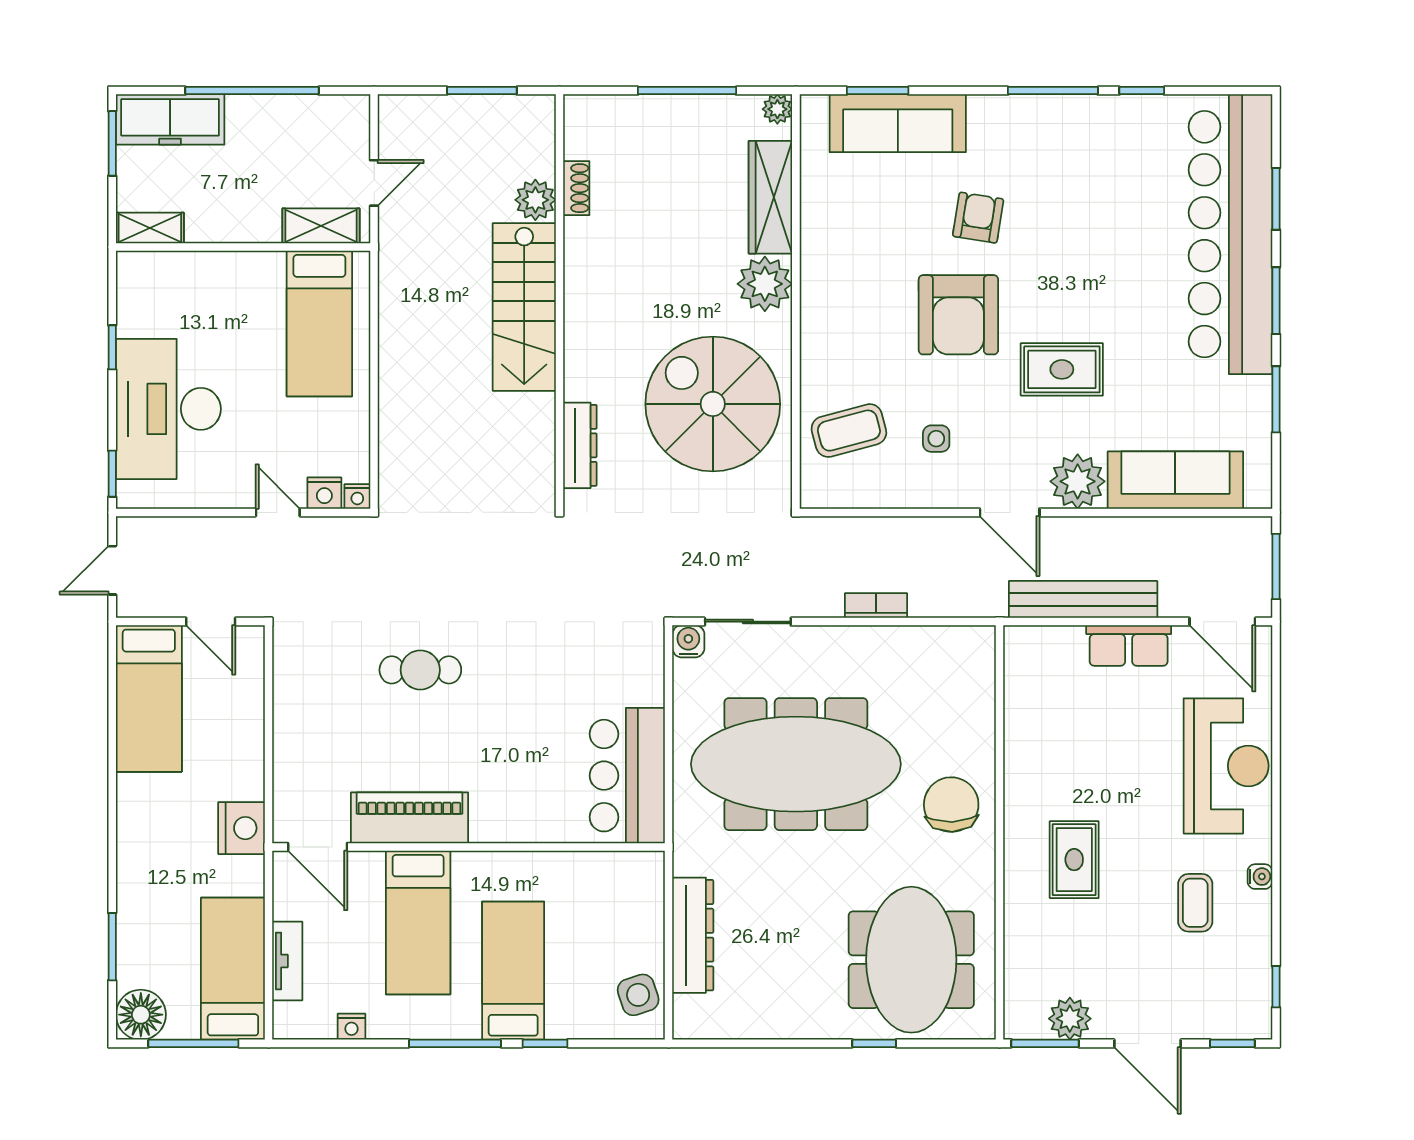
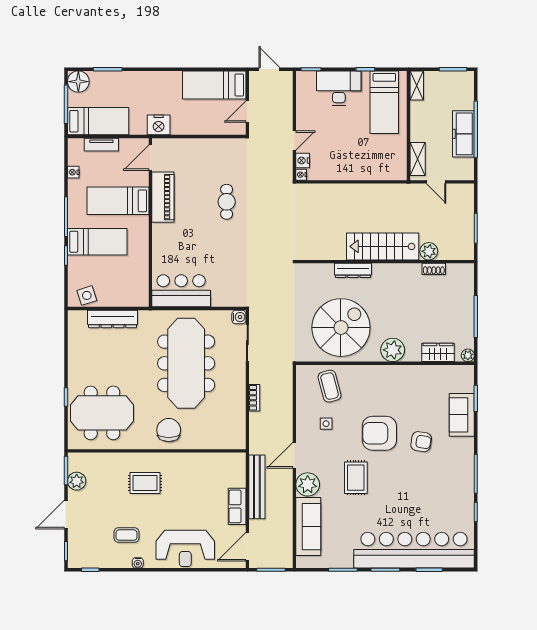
freezer: (170, 119) -> (463, 134), moved
sofa: (898, 123) -> (462, 415), width x0.73
wardrobe: (770, 197) -> (438, 352), width x0.67
bed: (319, 323) -> (384, 102), moved, turned -90
desk: (168, 409) -> (339, 88), width x0.73, depth x0.77
dresser: (580, 445) -> (353, 270), moved
chair: (951, 805) -> (169, 430), turned -88

